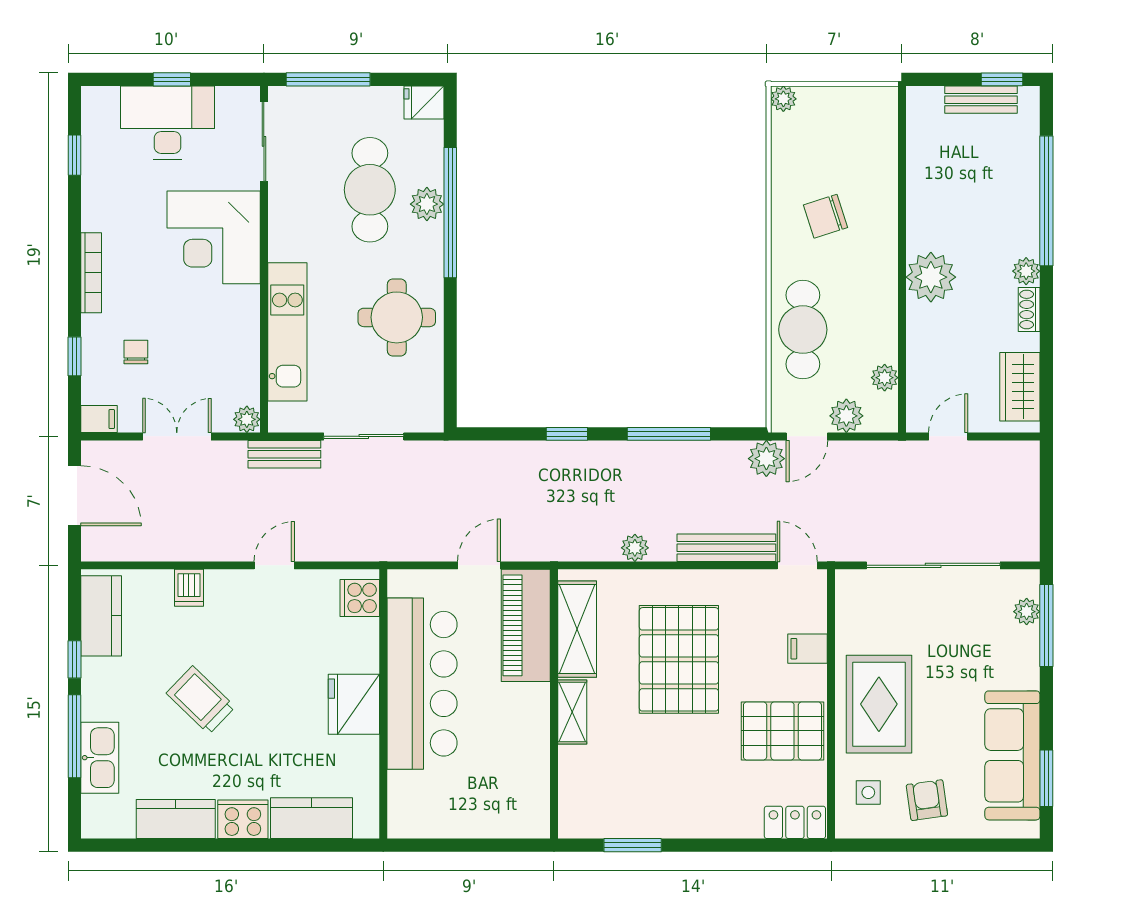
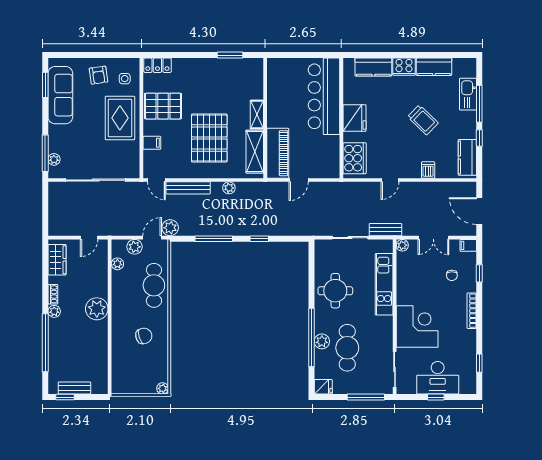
cooker: (360, 598) -> (355, 158), width x1.87, depth x1.31
bar counter: (422, 684) -> (324, 96), moved

